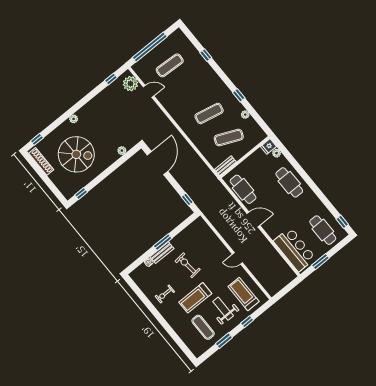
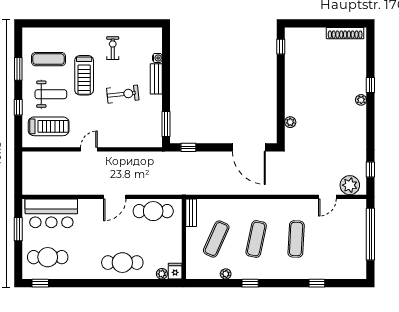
exercise mat: (170, 65) -> (296, 239), moved
window: (37, 139) -> (370, 85), moved
spiral stairs: (76, 154) -> (324, 74), removed
window: (163, 242) -> (166, 124), moved
treadmill: (195, 298) -> (84, 75), turned 180

